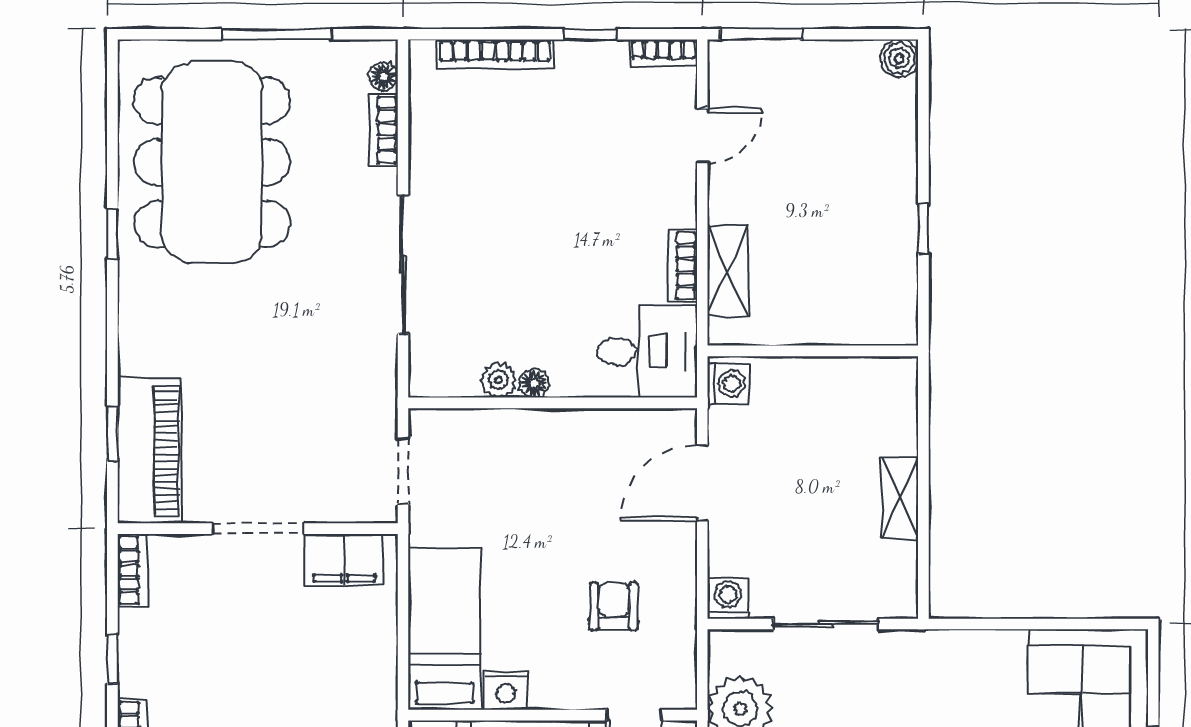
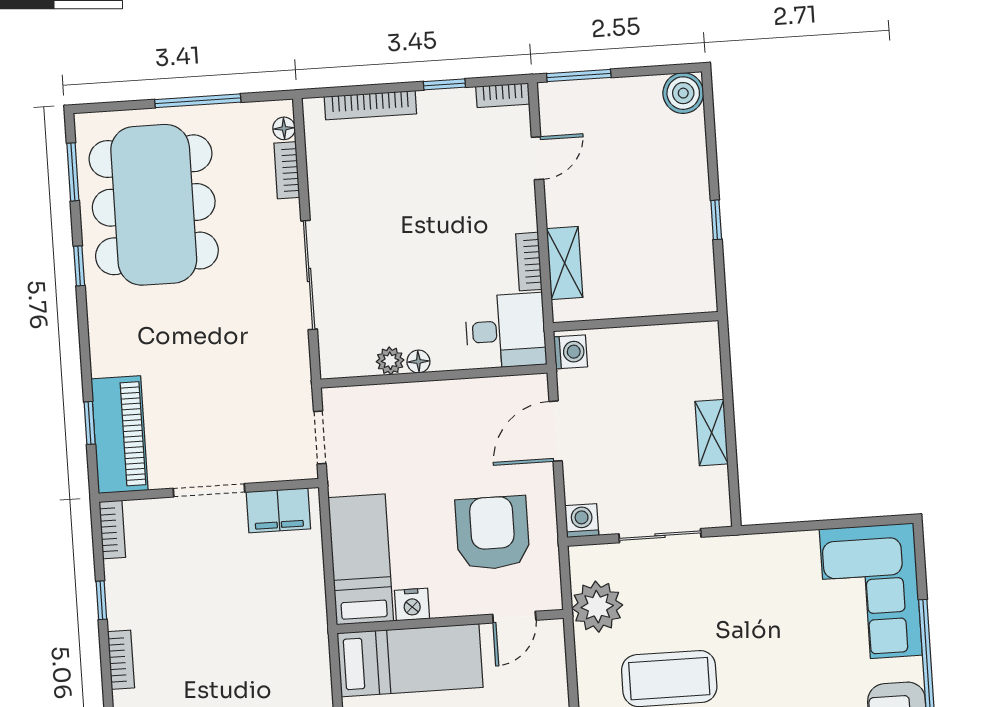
boiler: (899, 58) -> (683, 93), width x1.36, depth x1.36
window: (112, 114) -> (73, 172), added
armchair: (614, 607) -> (493, 533), width x1.88, depth x1.88

